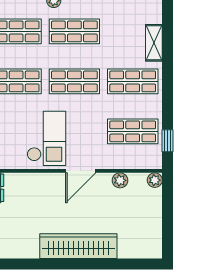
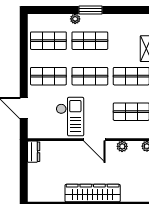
door: (81, 171) -> (94, 140), hinge flipped

